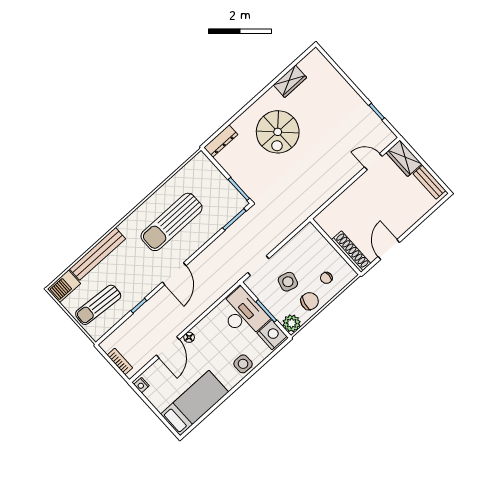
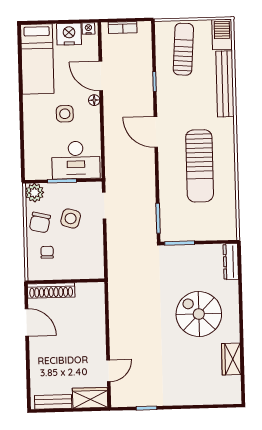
sun lounger: (172, 222) -> (200, 166), turned 180
nightstand: (272, 335) -> (69, 34), moved, turned 180
side table: (243, 364) -> (65, 114), moved

